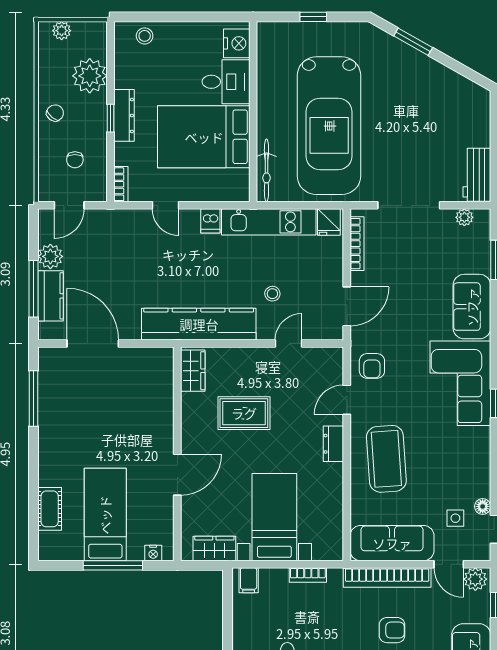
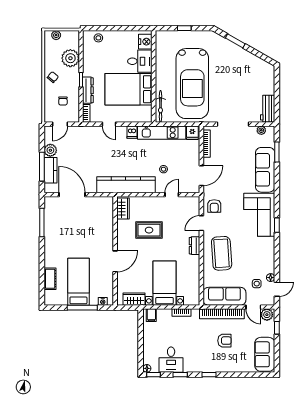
dresser: (124, 115) -> (88, 90), moved
sofa: (472, 307) -> (265, 170), width x1.36

